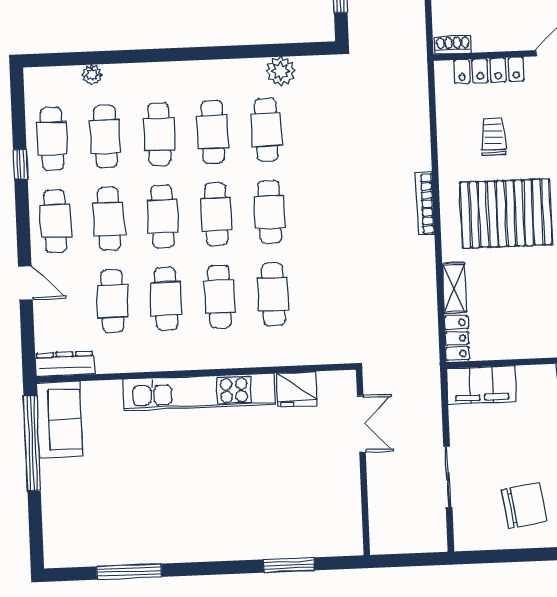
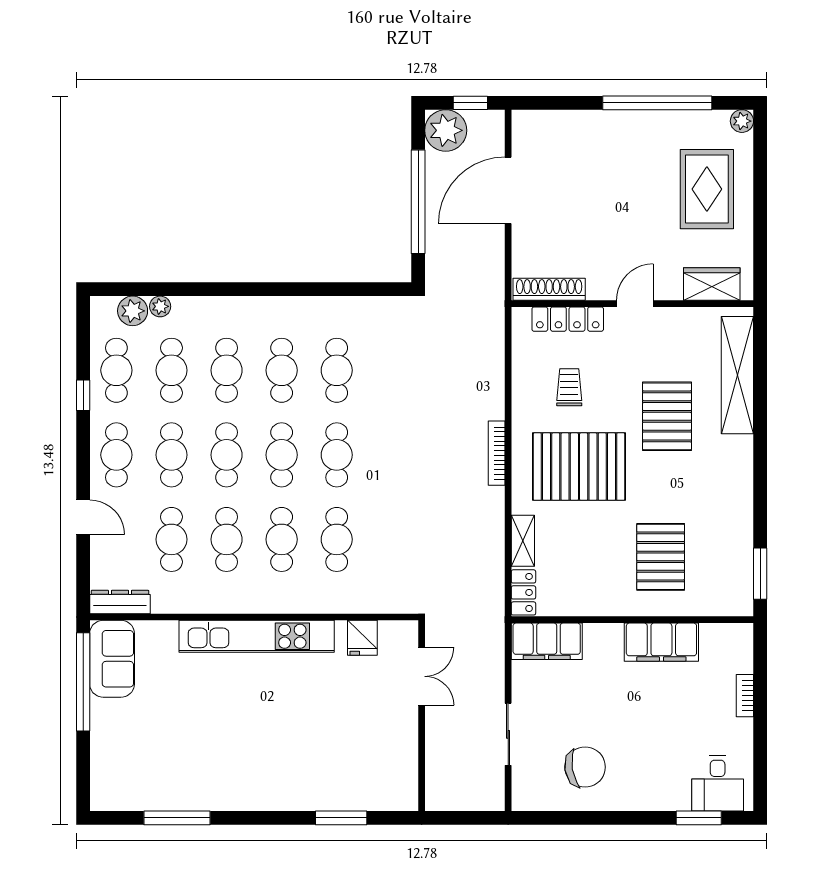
shoe rack: (453, 45) -> (549, 289), width x1.94, depth x1.24
plant: (281, 71) -> (133, 311), moved
fridge: (297, 389) -> (362, 638), width x0.72

